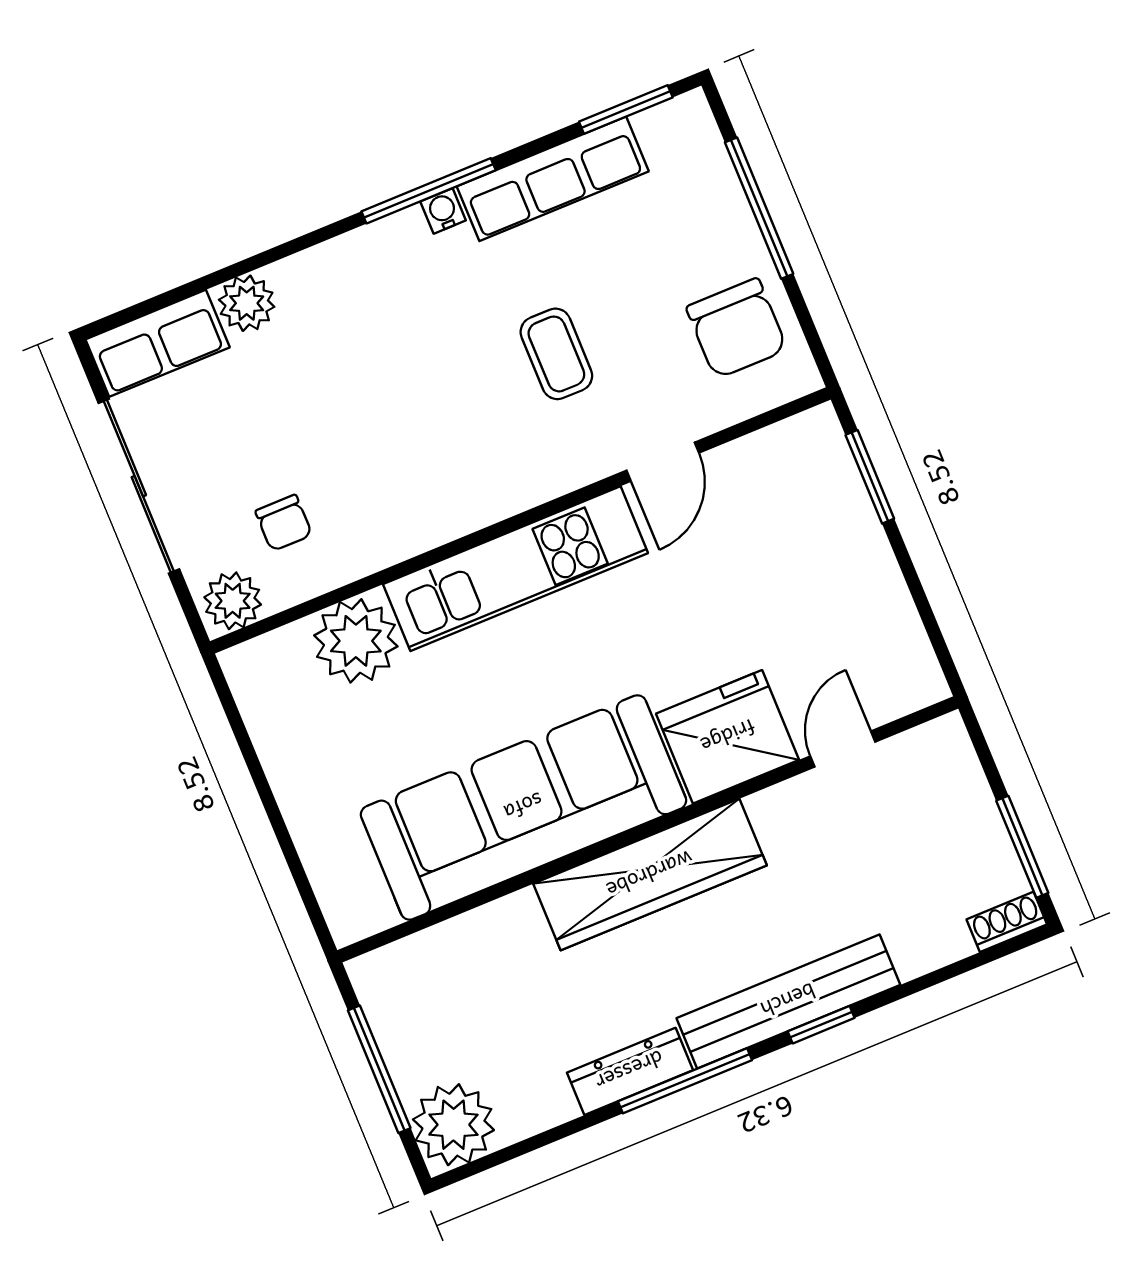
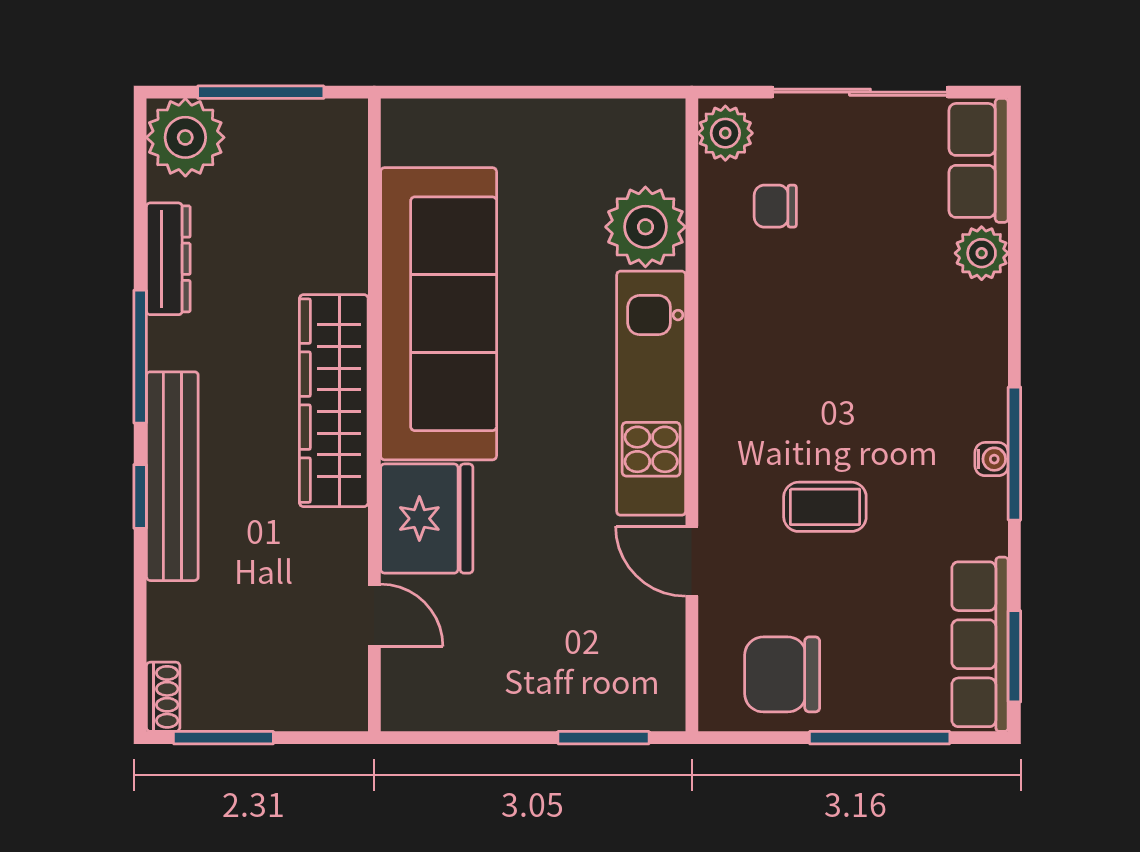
row of seats: (553, 179) -> (980, 644), moved
dresser: (630, 1071) -> (168, 259), moved

